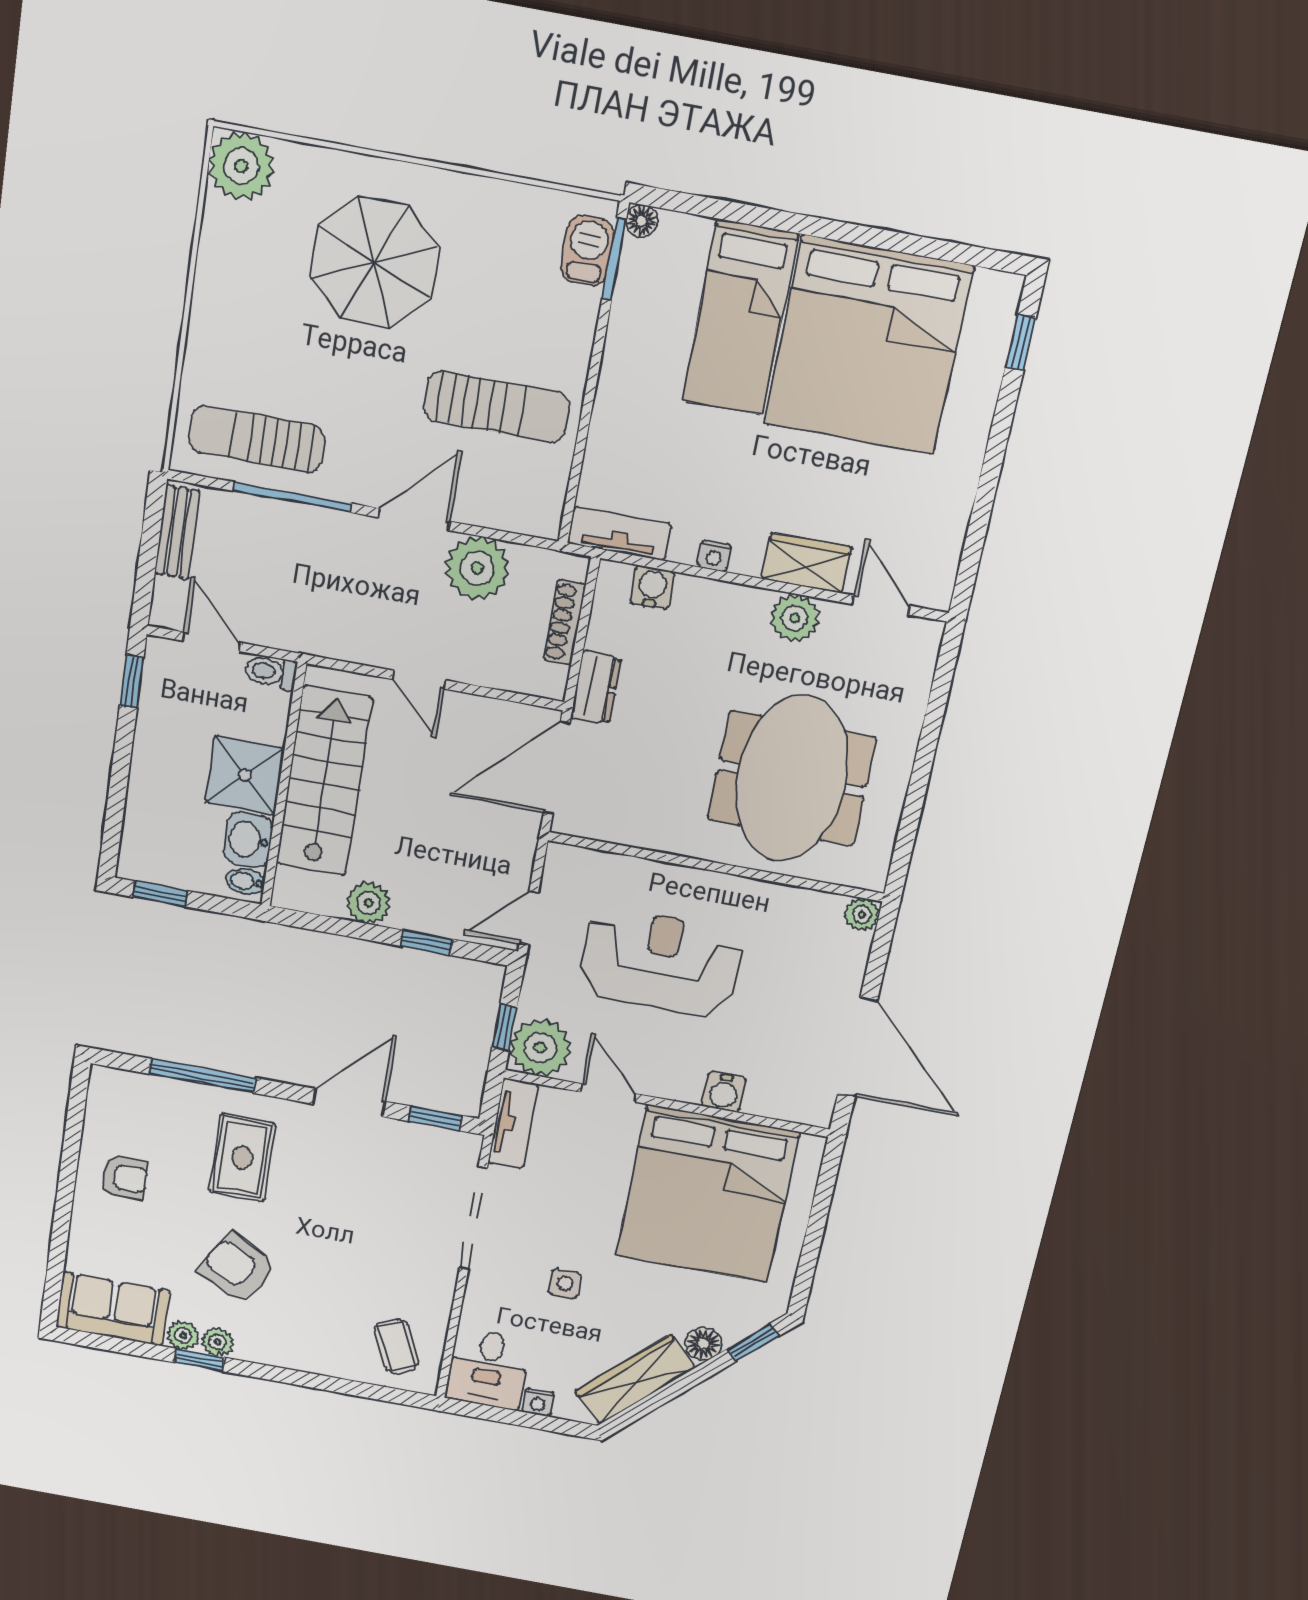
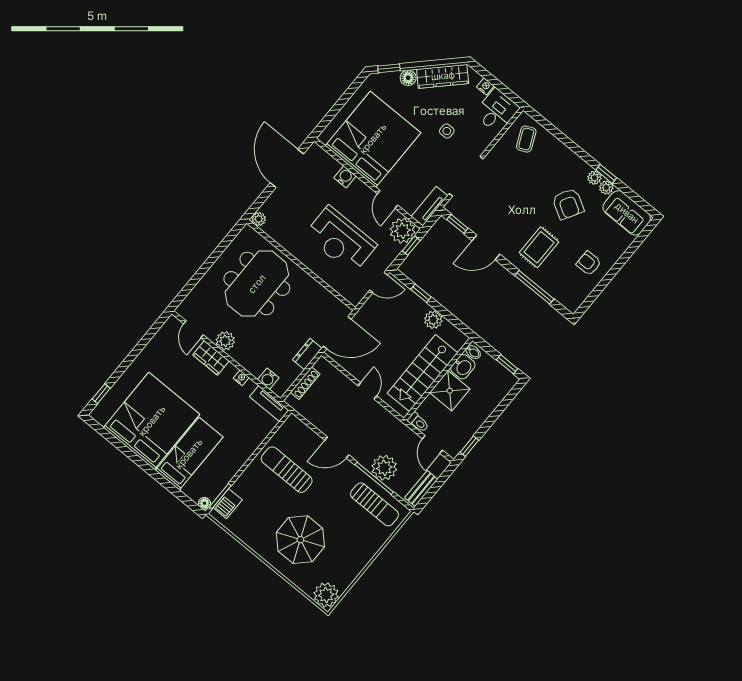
plant: (477, 568) -> (384, 468), moved

